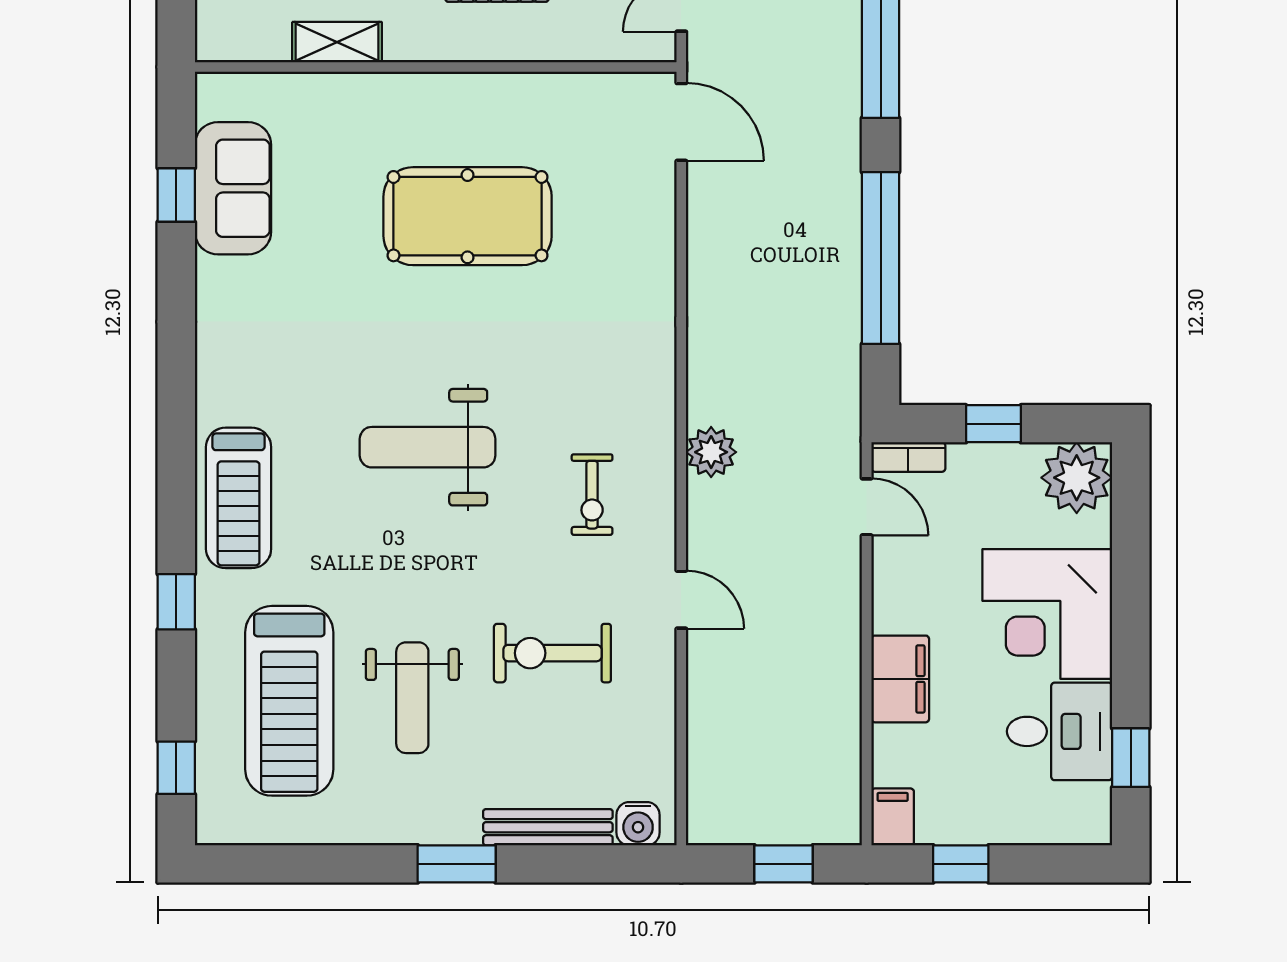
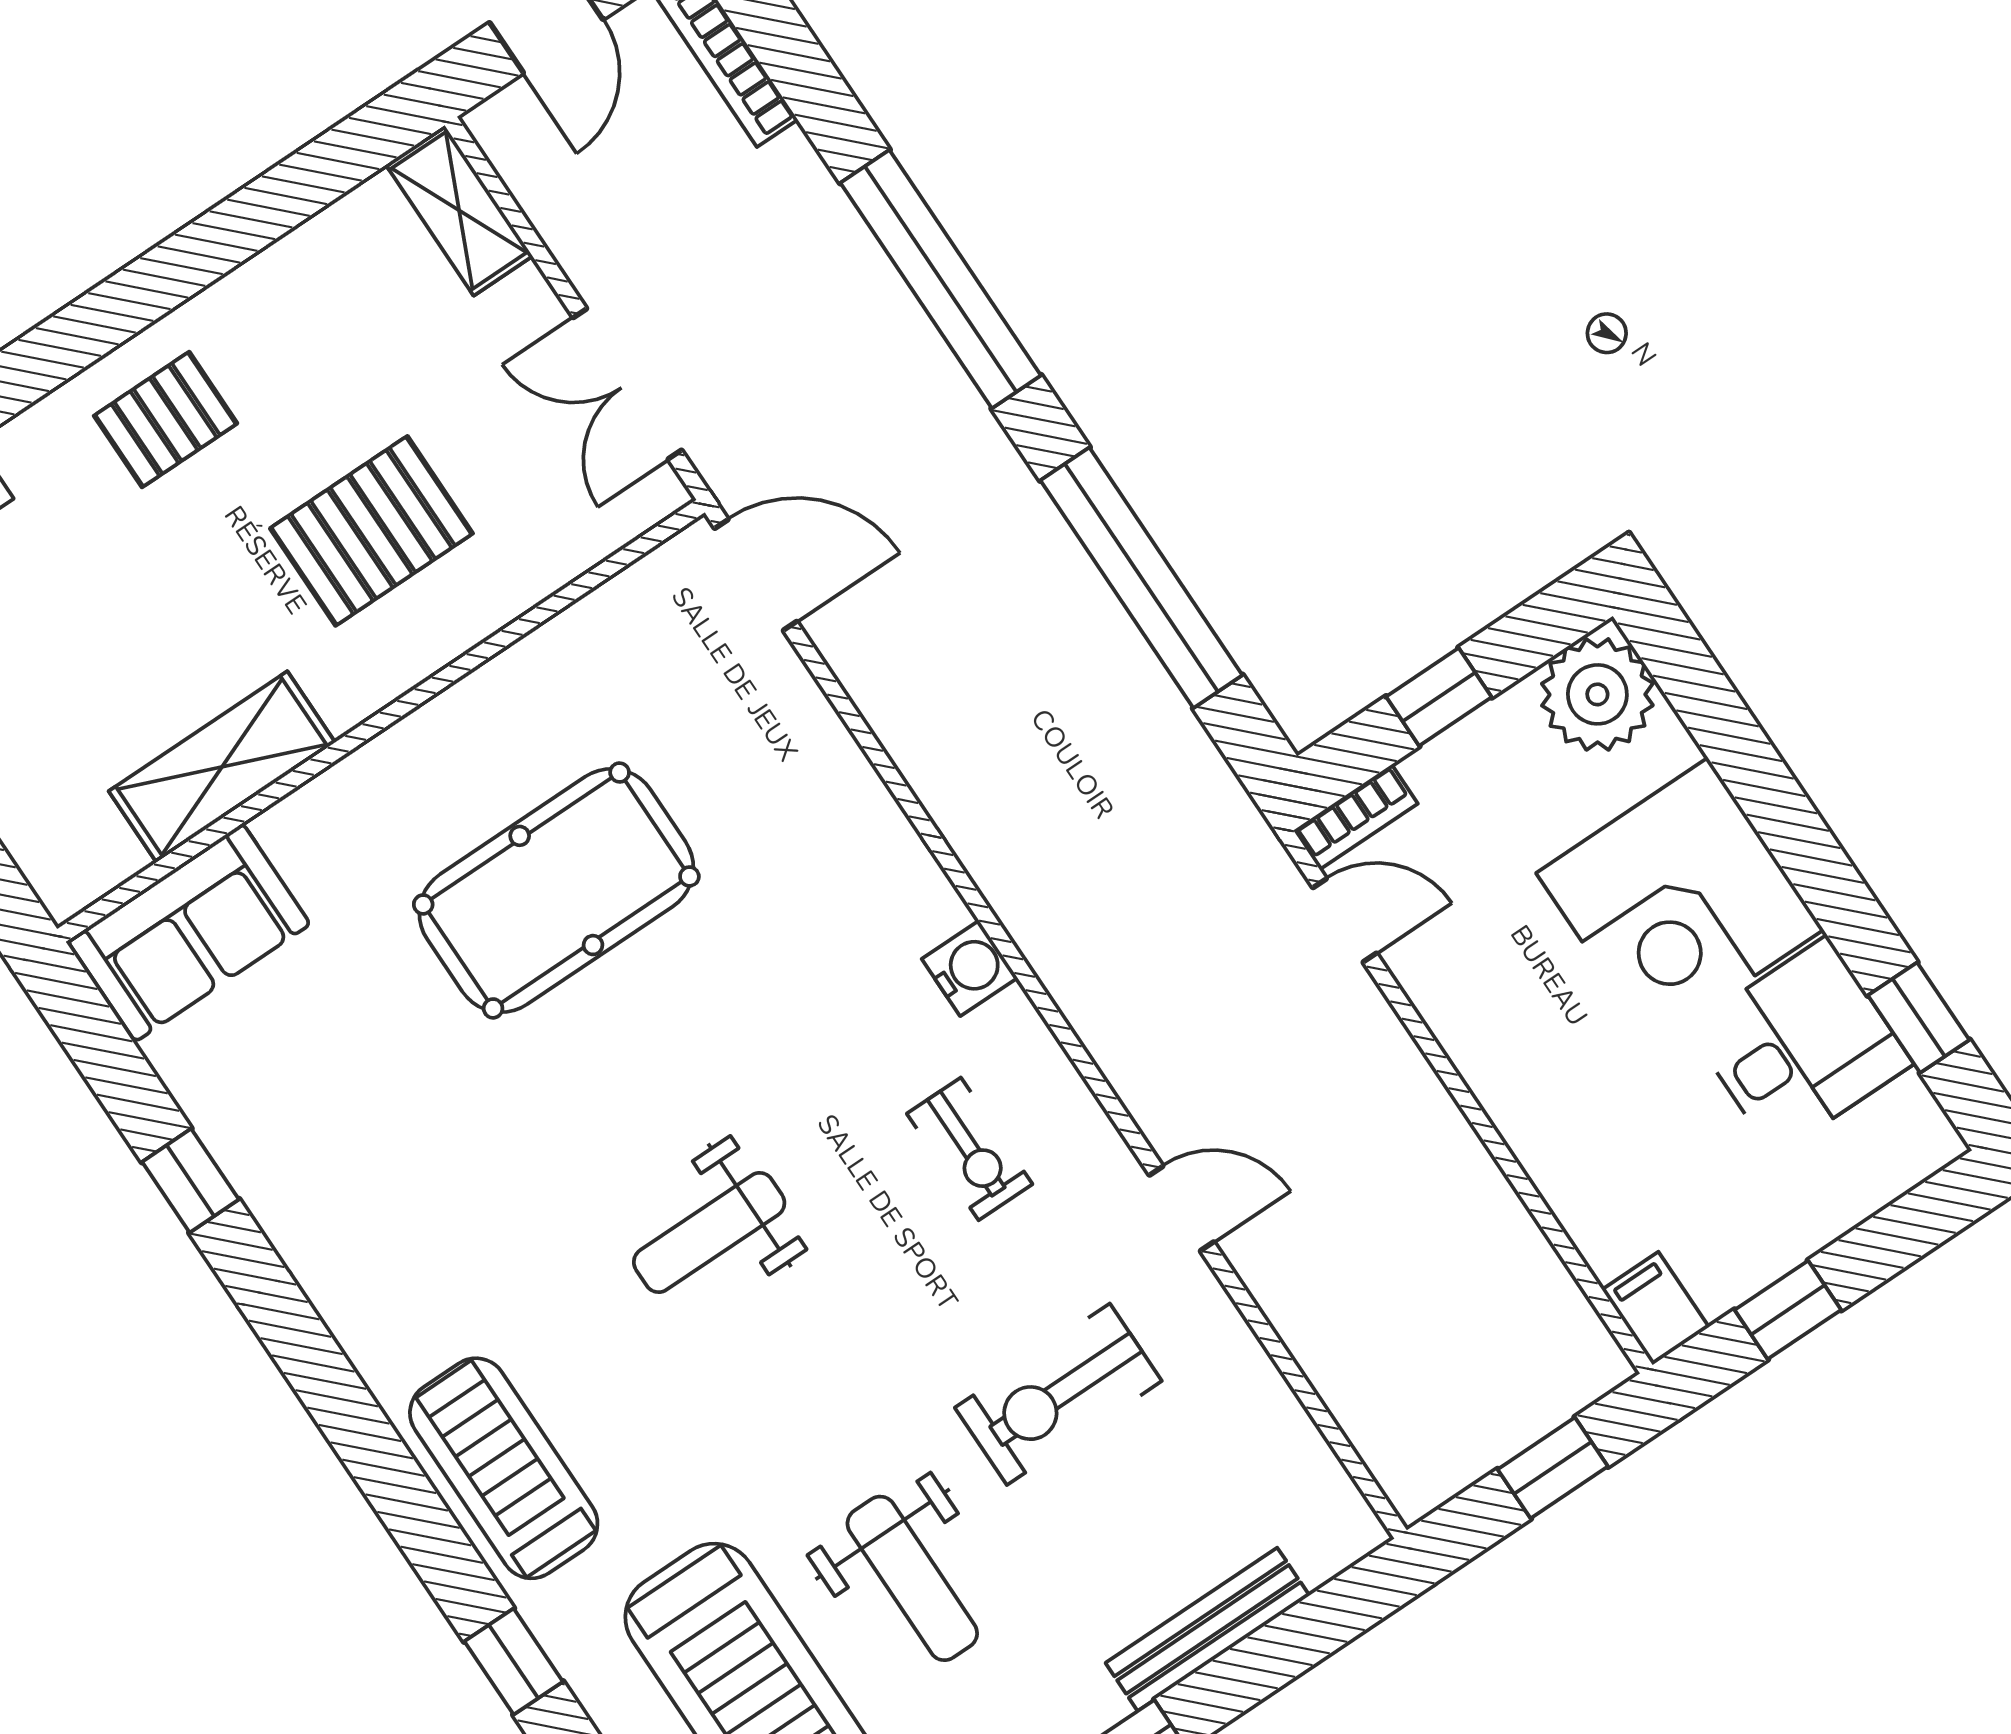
shelving: (337, 42) -> (222, 767), width x1.50, depth x1.33
sofa: (233, 188) -> (189, 932), moved, turned 90
window: (176, 195) -> (190, 1181), moved
weight bench: (428, 447) -> (709, 1233), width x0.73, depth x0.75
plant: (711, 452) -> (1090, 986), removed
treadmill: (239, 498) -> (504, 1468), turned 180
filing cabinet: (900, 679) -> (1543, 1119), removed
water cooler: (638, 824) -> (970, 968), moved, turned -90

